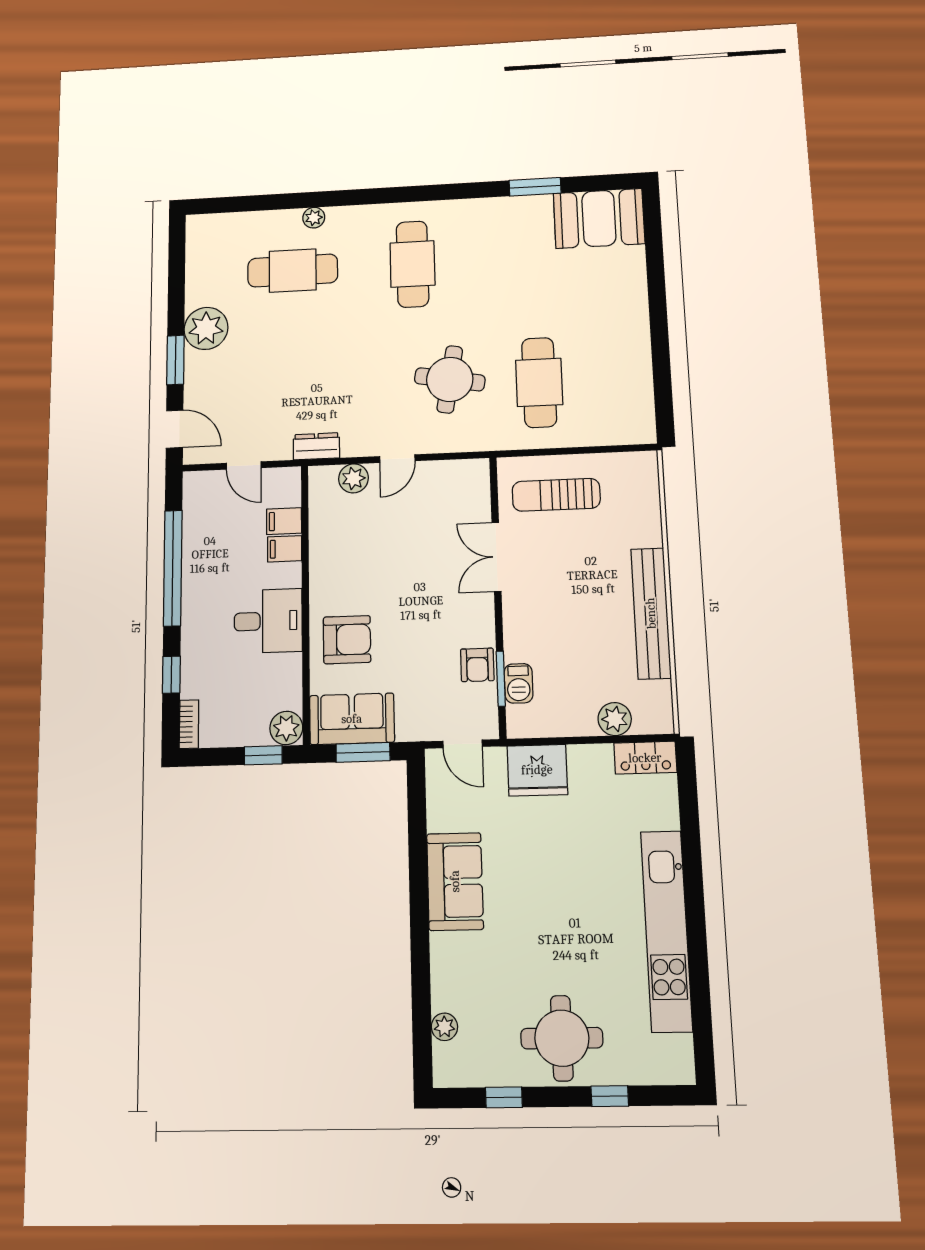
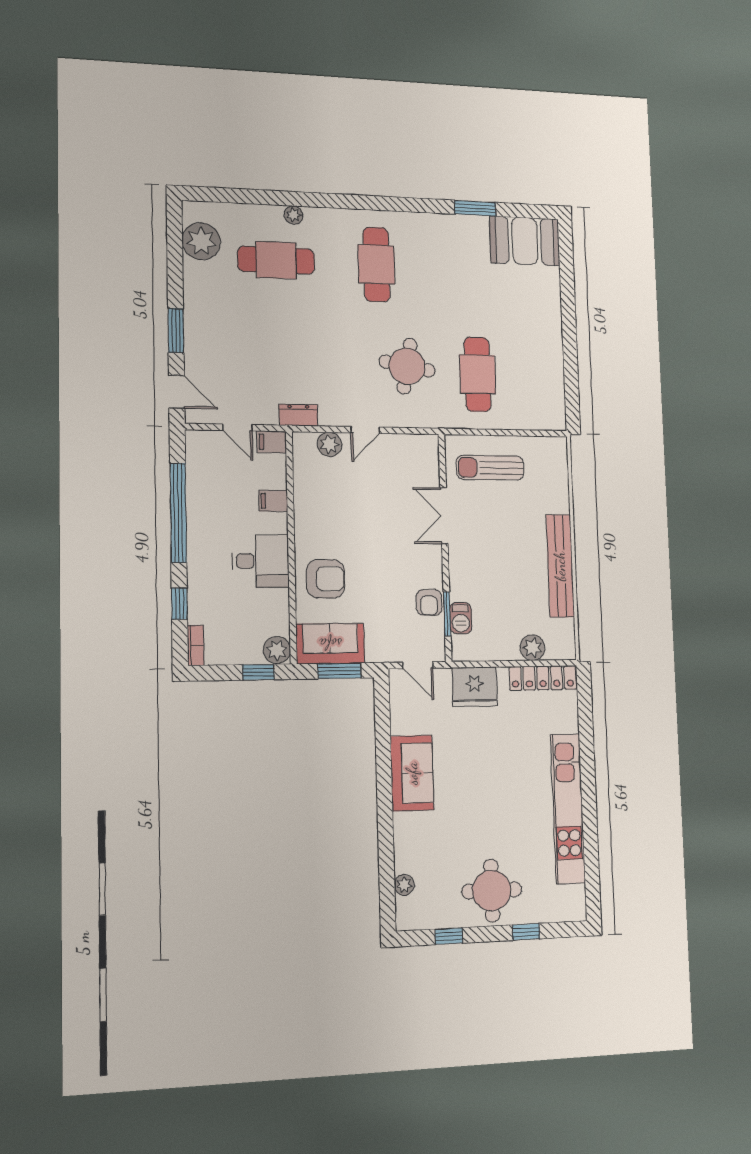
plant: (206, 328) -> (201, 241), moved
filing cabinet: (284, 521) -> (272, 442), moved
locker: (645, 758) -> (543, 678), width x1.53

